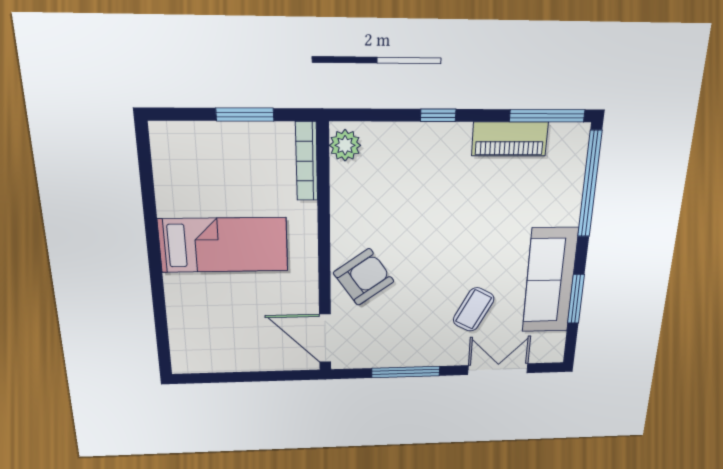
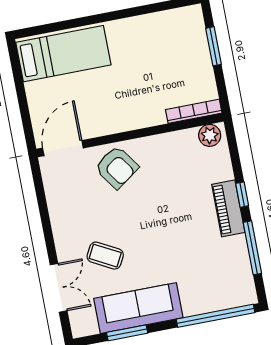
window: (245, 114) -> (214, 46), moved
window: (547, 116) -> (252, 248), moved
piano: (510, 139) -> (228, 208), moved
bed: (224, 245) -> (63, 54), moved, turned -90
window: (406, 372) -> (45, 215), removed

